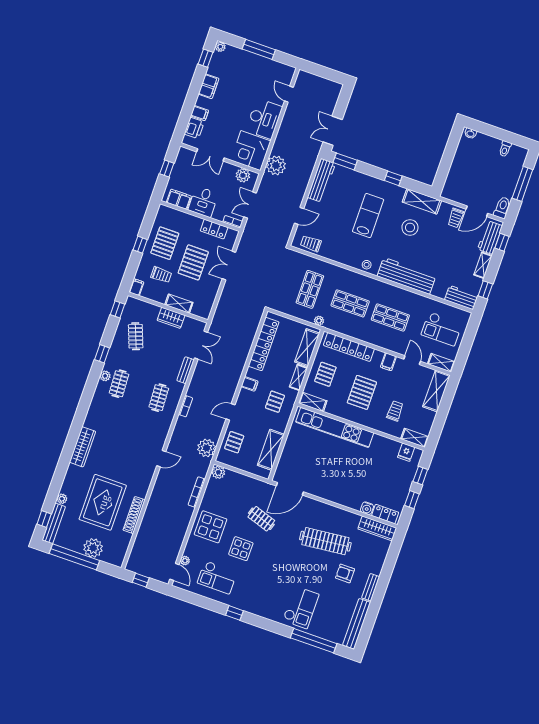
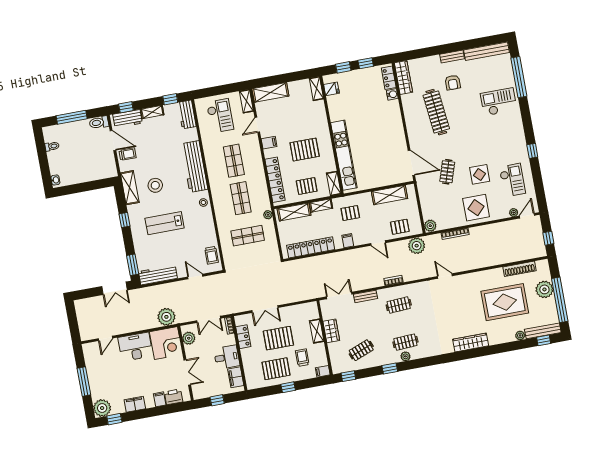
plant: (220, 47) -> (102, 408), width x1.87, depth x1.87
trolley: (395, 411) -> (304, 116), removed
shoe rack: (134, 515) -> (520, 269), moved

